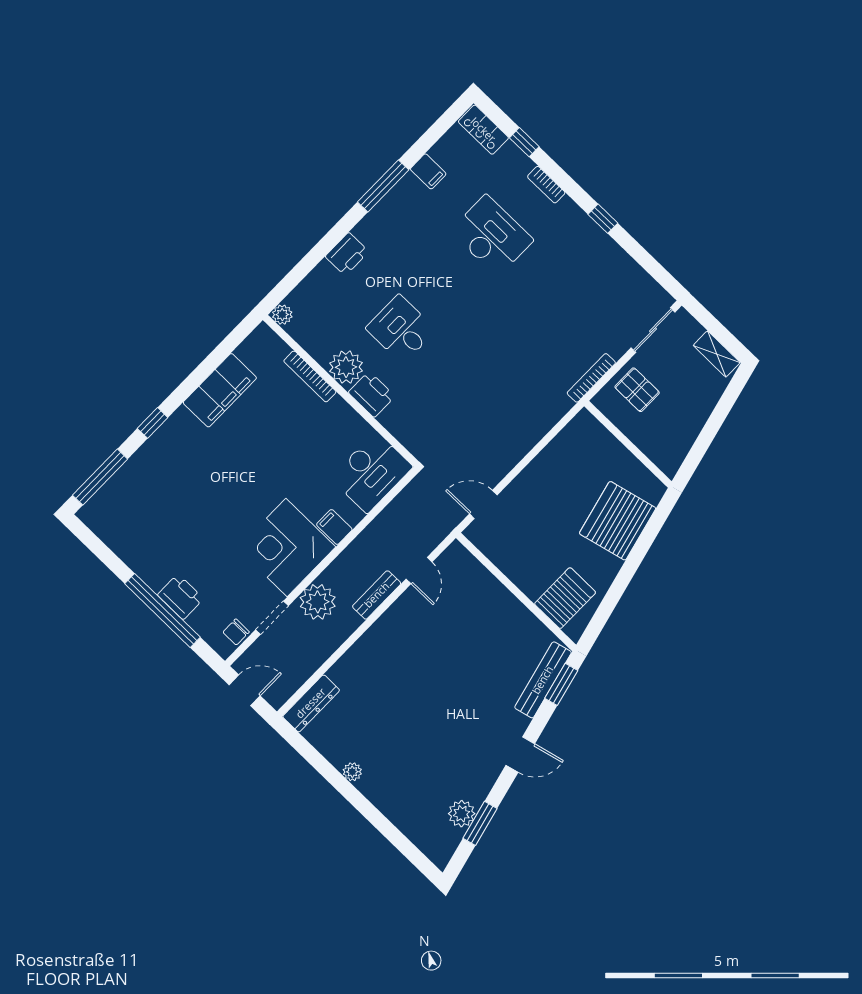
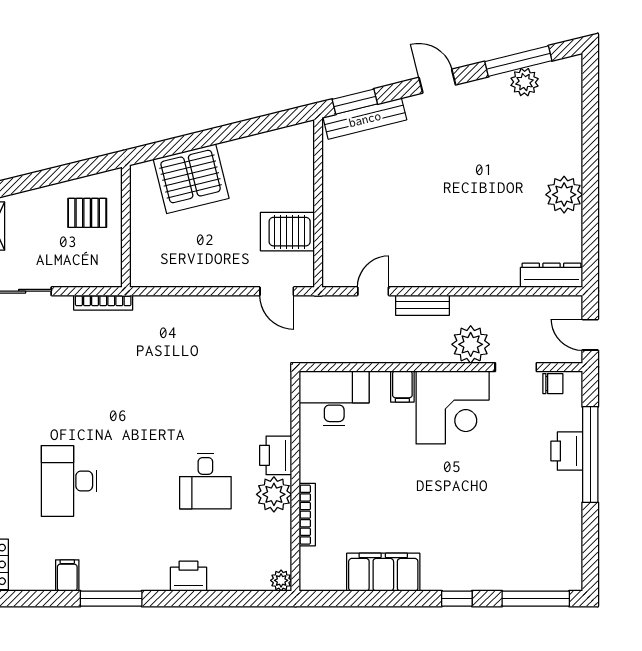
pallet: (637, 390) -> (87, 213), moved, turned 90
server rack: (565, 598) -> (287, 232), moved
plant: (352, 772) -> (564, 195), width x1.88, depth x1.88
window: (480, 823) -> (518, 61), width x1.44

